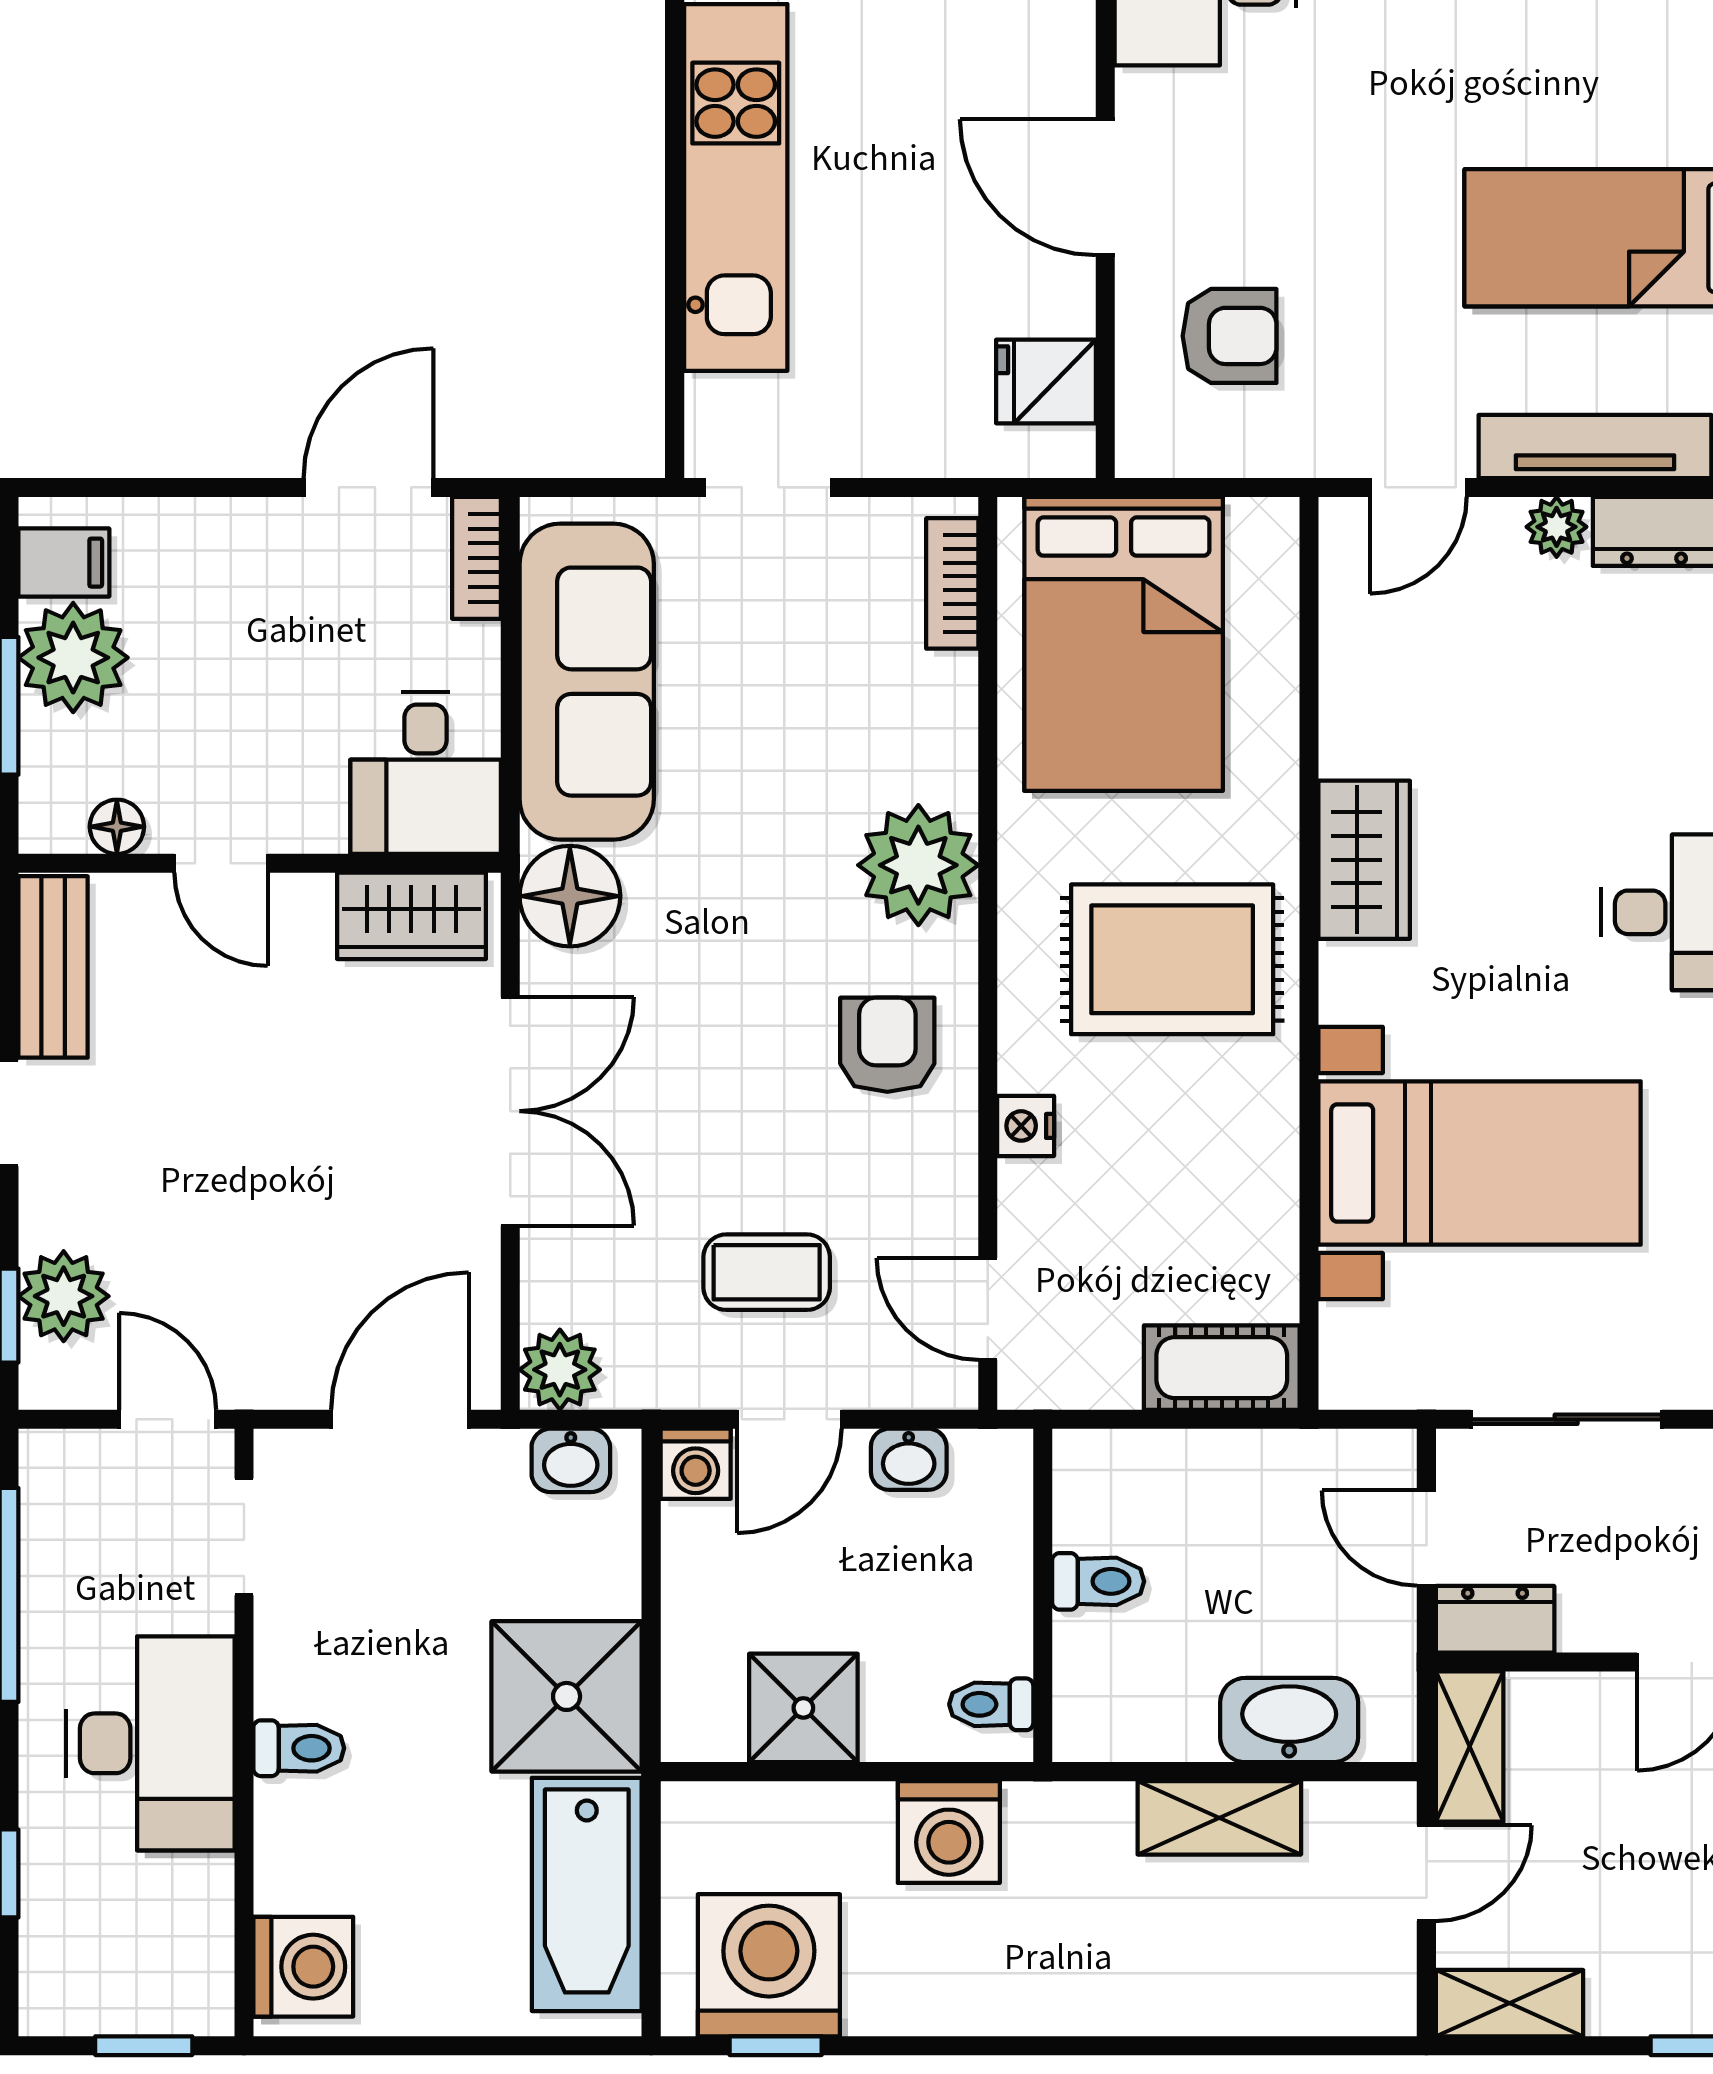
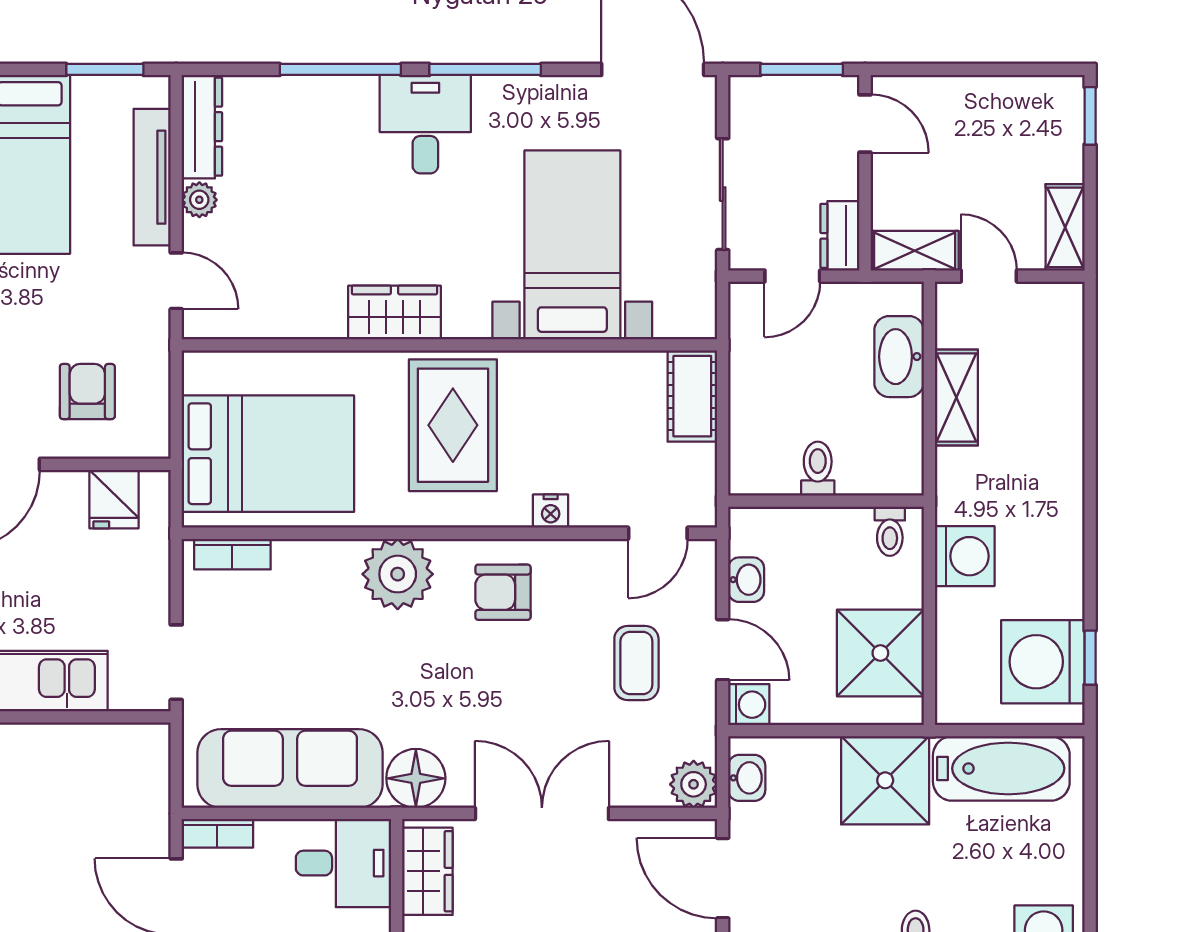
shower: (803, 1708) -> (880, 653), width x1.36, depth x1.36

